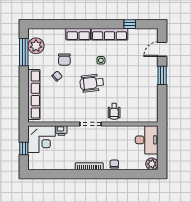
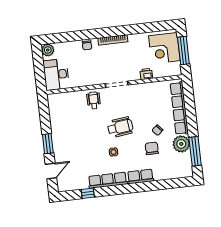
plant: (36, 46) -> (181, 144), moved
corner desk: (42, 139) -> (164, 48), moved, turned -90
window: (24, 148) -> (183, 51), width x2.17

